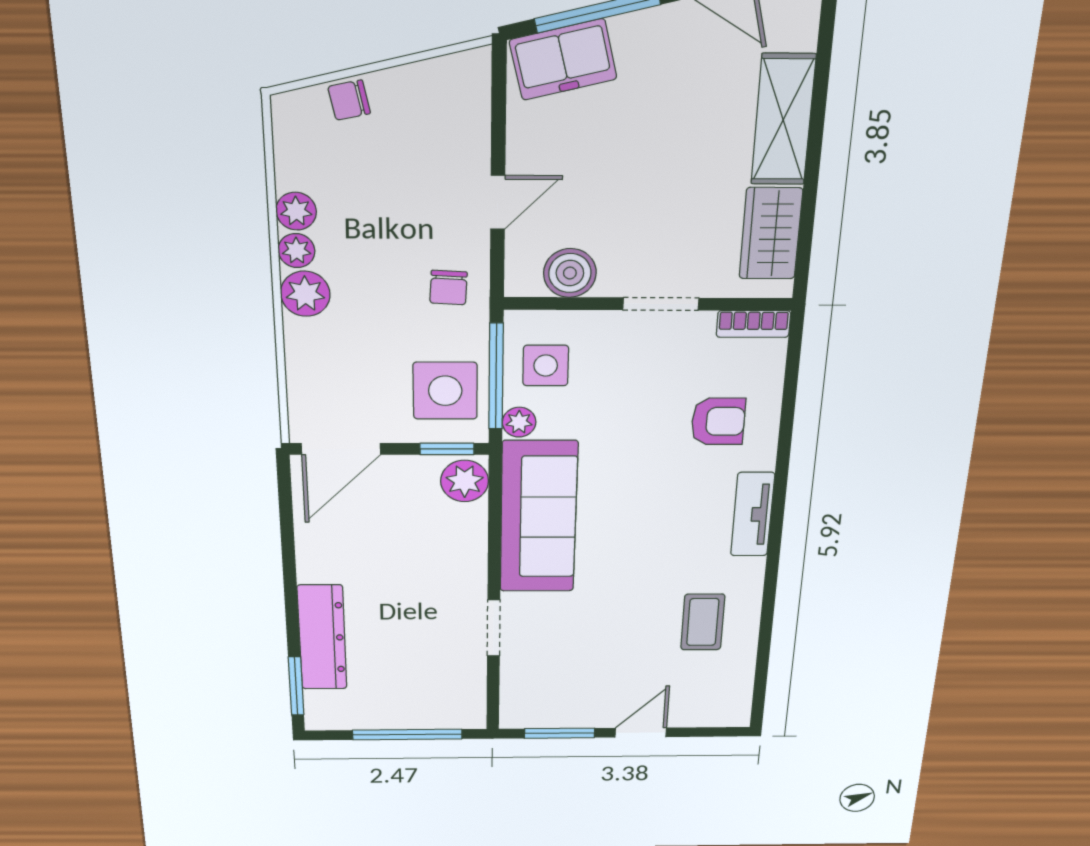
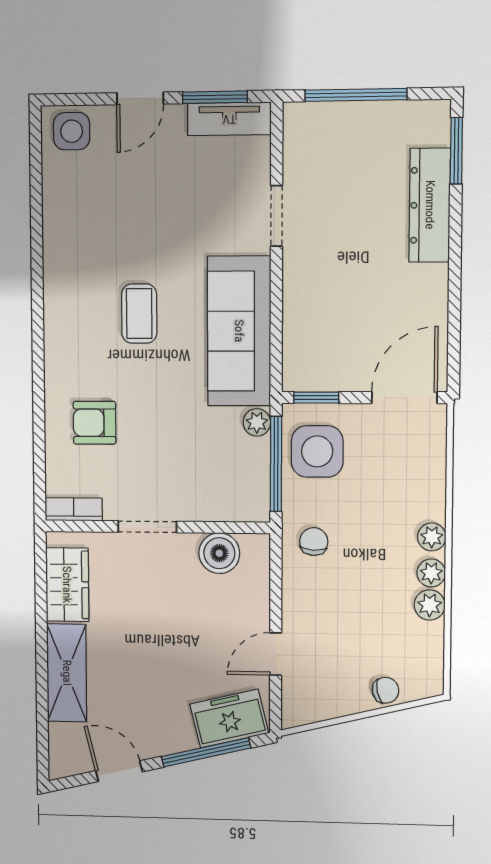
door: (498, 202) -> (276, 654), moved
plant: (305, 294) -> (432, 537), width x0.73, depth x0.73
side table: (546, 366) -> (72, 131), moved
plant: (465, 481) -> (302, 367), removed
tv unit: (753, 514) -> (229, 119), moved, turned 90
coffee table: (703, 622) -> (139, 314), moved

